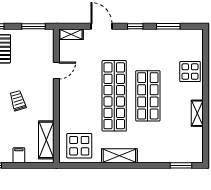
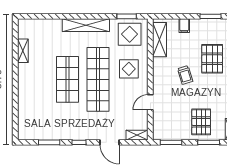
display table: (190, 72) -> (129, 69), moved
shelving: (197, 113) -> (23, 51), moved
shelving: (119, 156) -> (86, 25), width x1.47
window: (181, 165) -> (127, 16), moved

